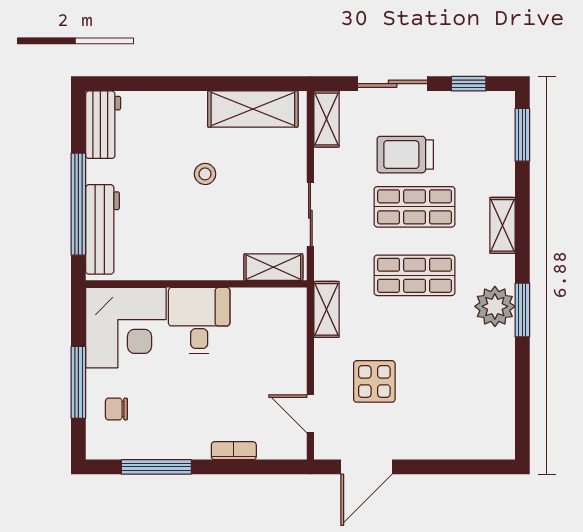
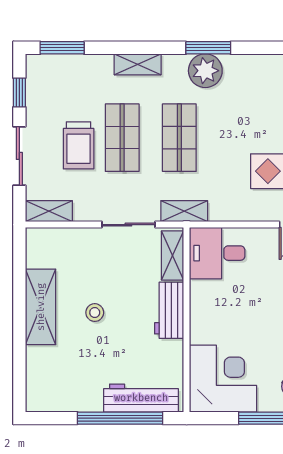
shelving: (253, 109) -> (41, 307), moved
workbench: (103, 125) -> (169, 310), moved, turned -90
shelving: (327, 309) -> (184, 211), moved
desk: (199, 321) -> (217, 253), moved

